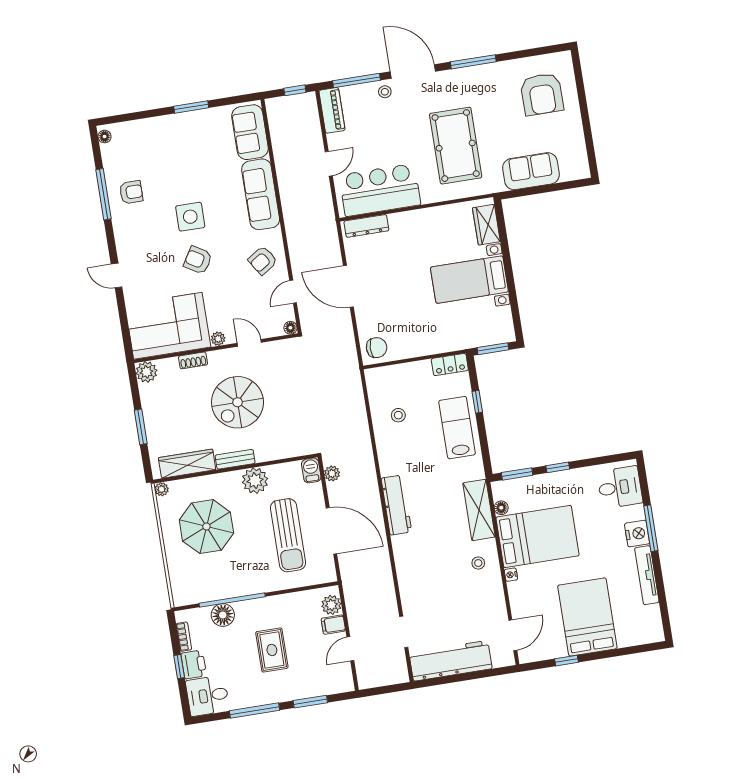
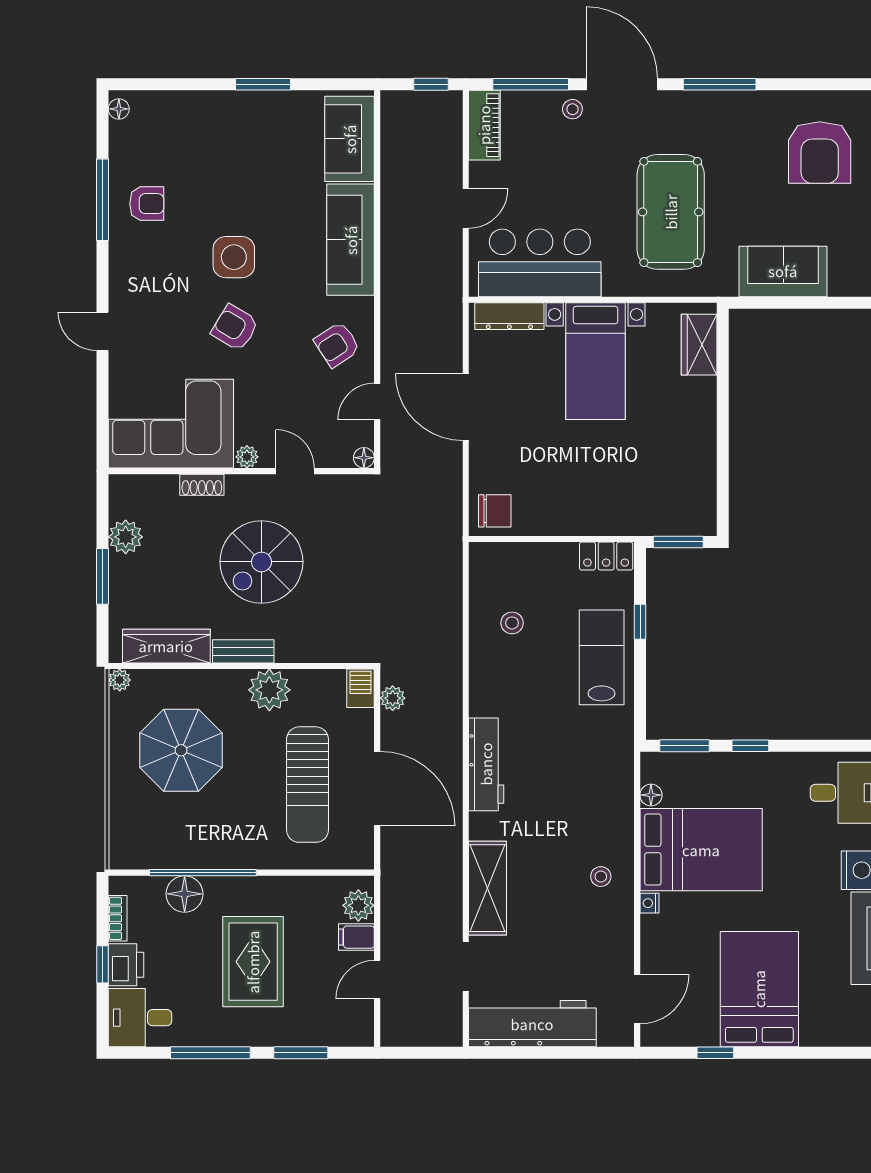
bed with nightstands: (469, 280) -> (596, 361), moved, turned -90
plant: (146, 372) -> (126, 537), moved
shelving: (479, 510) -> (488, 888), moved
rug: (272, 650) -> (253, 962), width x1.36, depth x1.43

